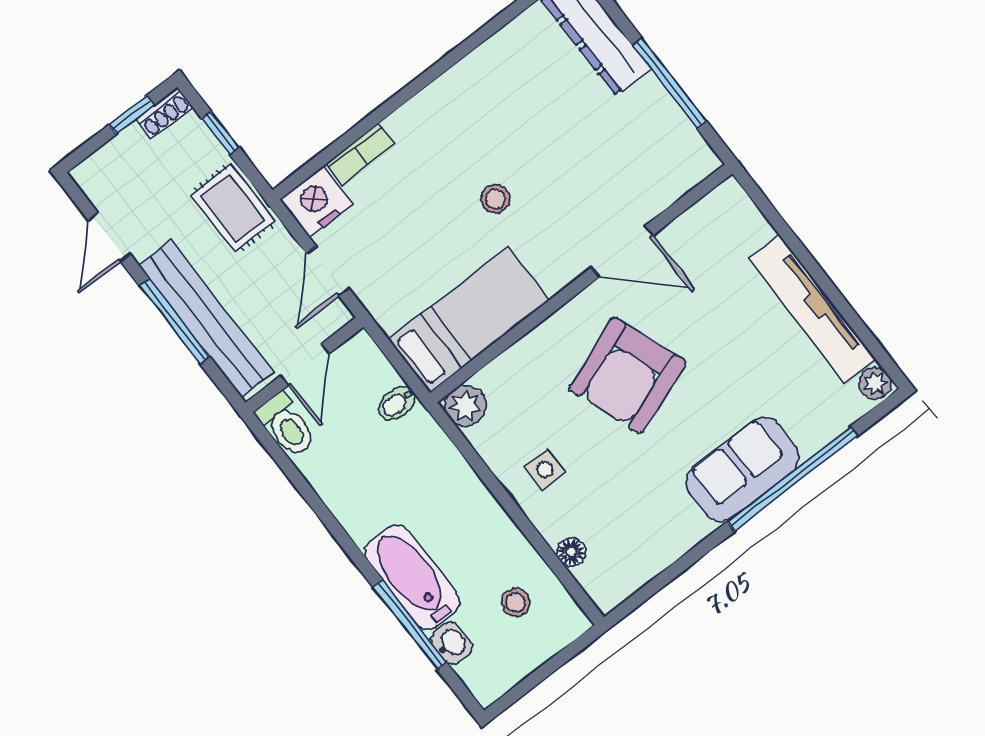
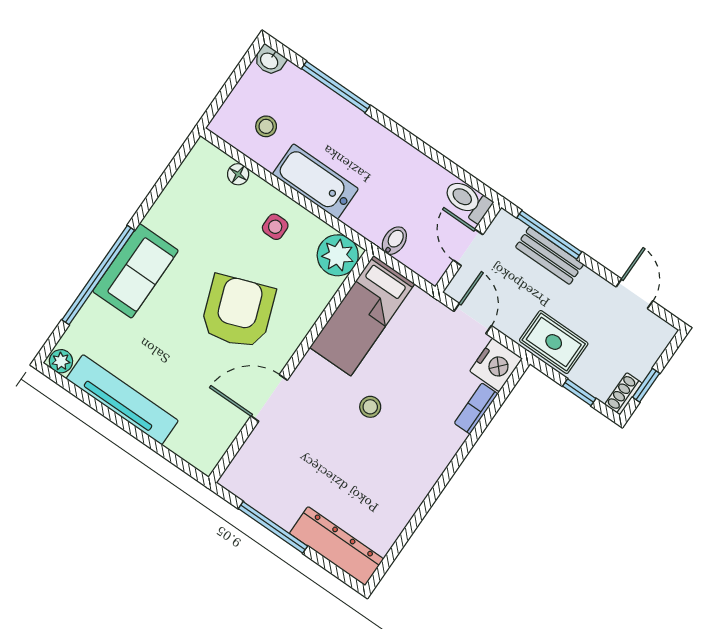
bench: (206, 319) -> (550, 256), width x0.54, depth x0.82
window: (174, 321) -> (549, 235), moved
plant: (465, 406) -> (338, 255), width x1.36, depth x1.36
bathtub: (412, 577) -> (315, 181), moved, turned 180
washbasin: (452, 643) -> (270, 60), moved

